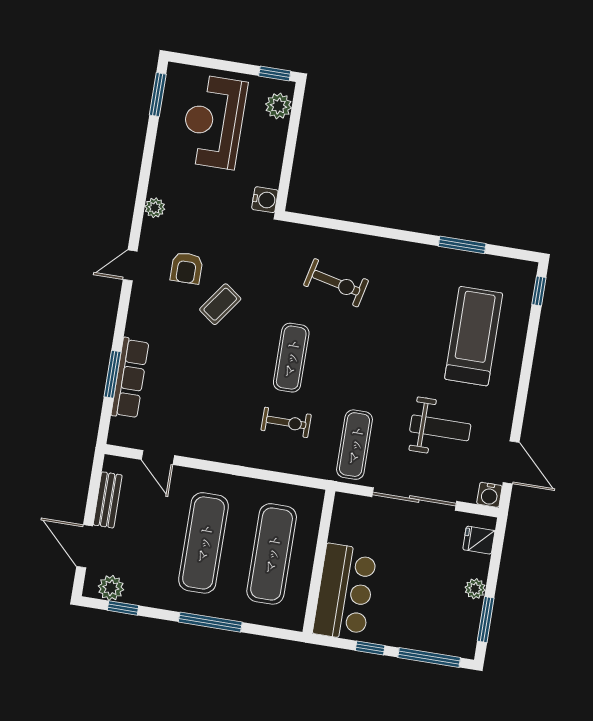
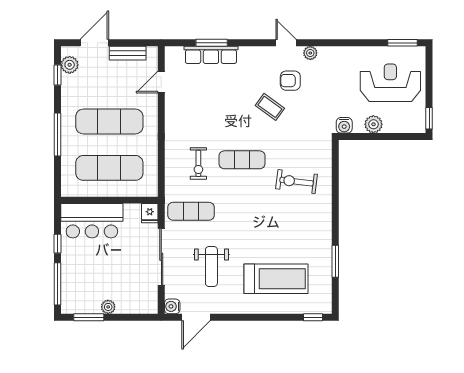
plant: (279, 106) -> (373, 124), moved
plant: (155, 208) -> (310, 53), moved
exercise bike: (336, 283) -> (297, 182), turned 84
fridge: (479, 540) -> (150, 213), moved, turned 180

